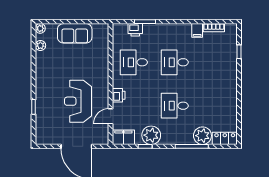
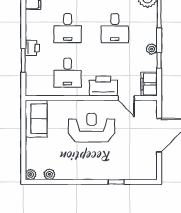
printer: (135, 30) -> (32, 48), moved
sofa: (75, 33) -> (36, 119), moved
printer: (119, 95) -> (103, 86), width x1.87, depth x1.48
reception desk: (78, 101) -> (92, 128), moved, turned 180
plant: (151, 135) -> (152, 49), width x0.53, depth x0.53

